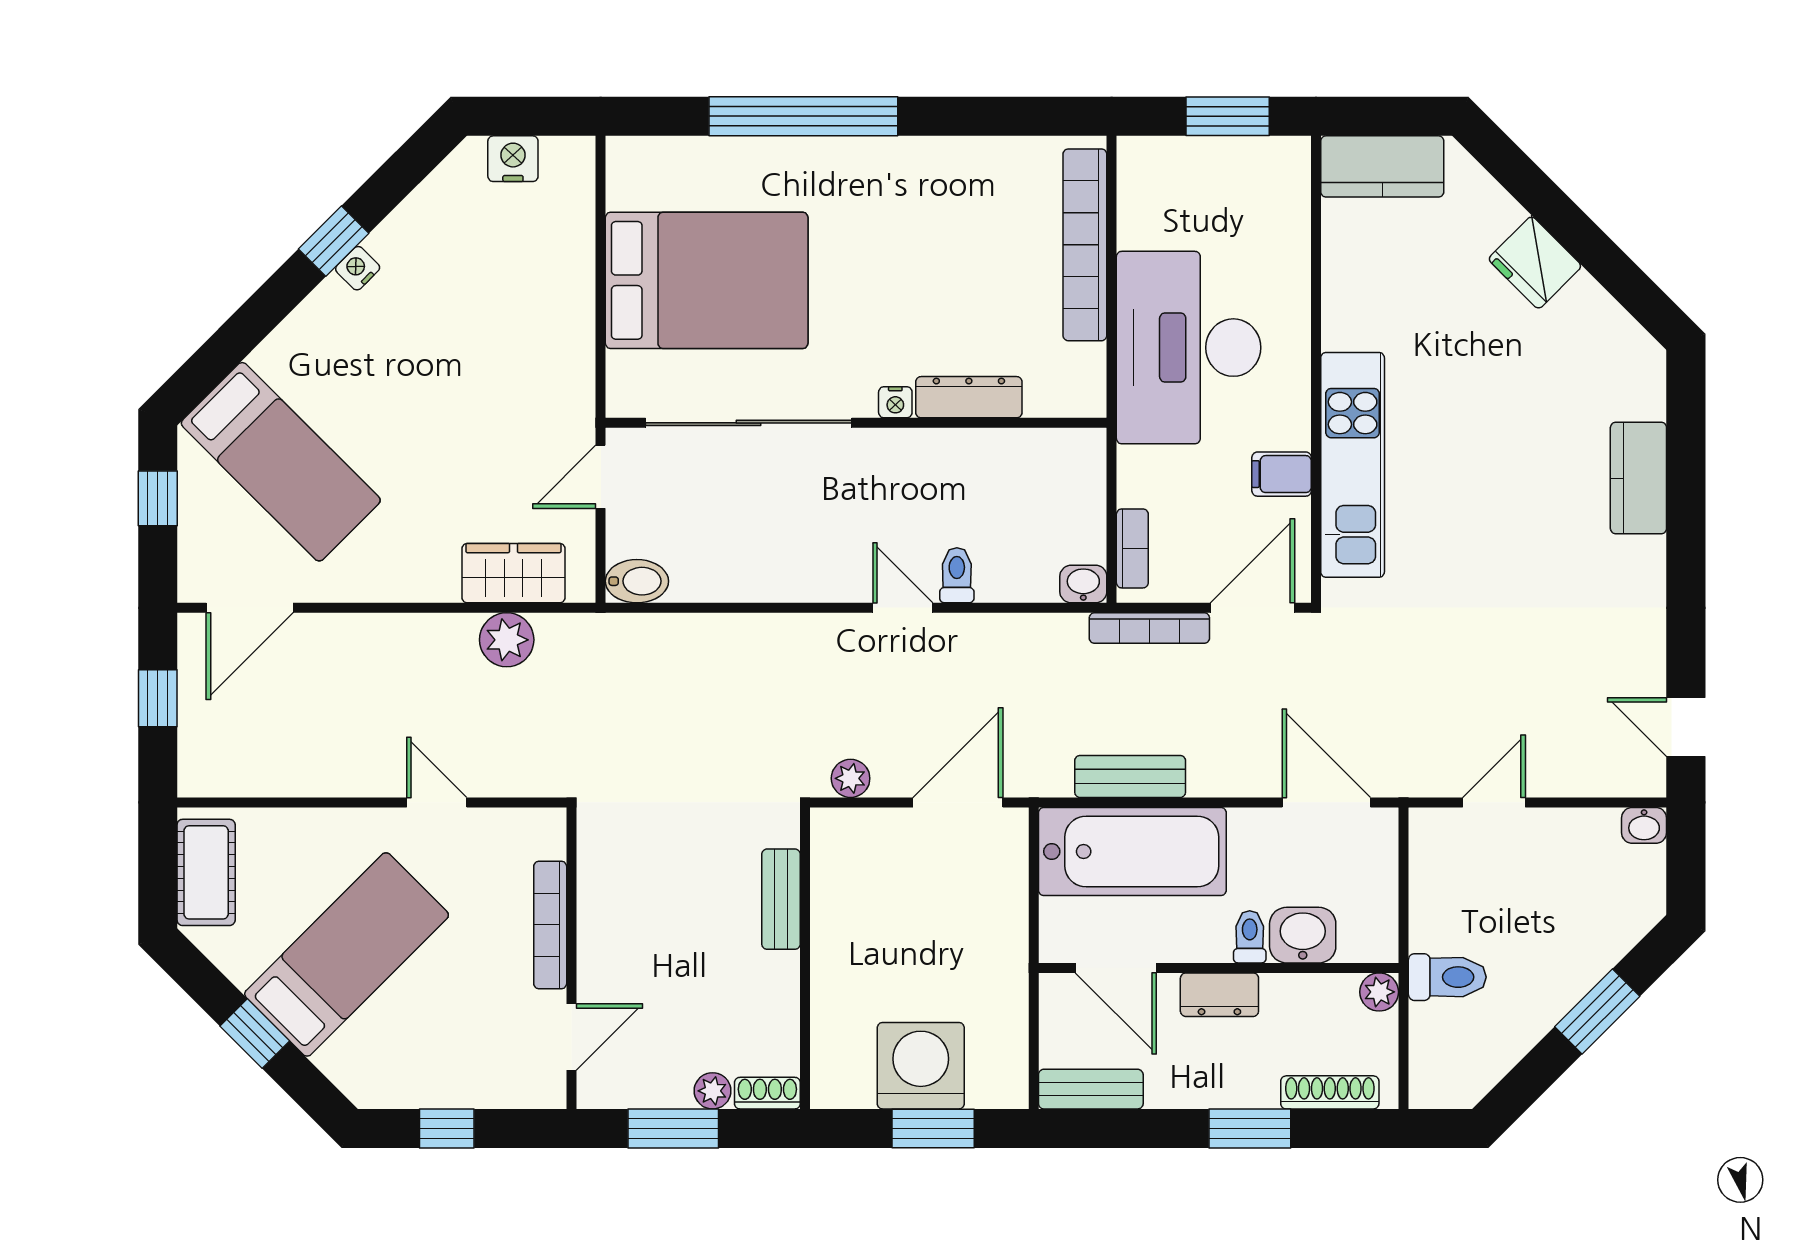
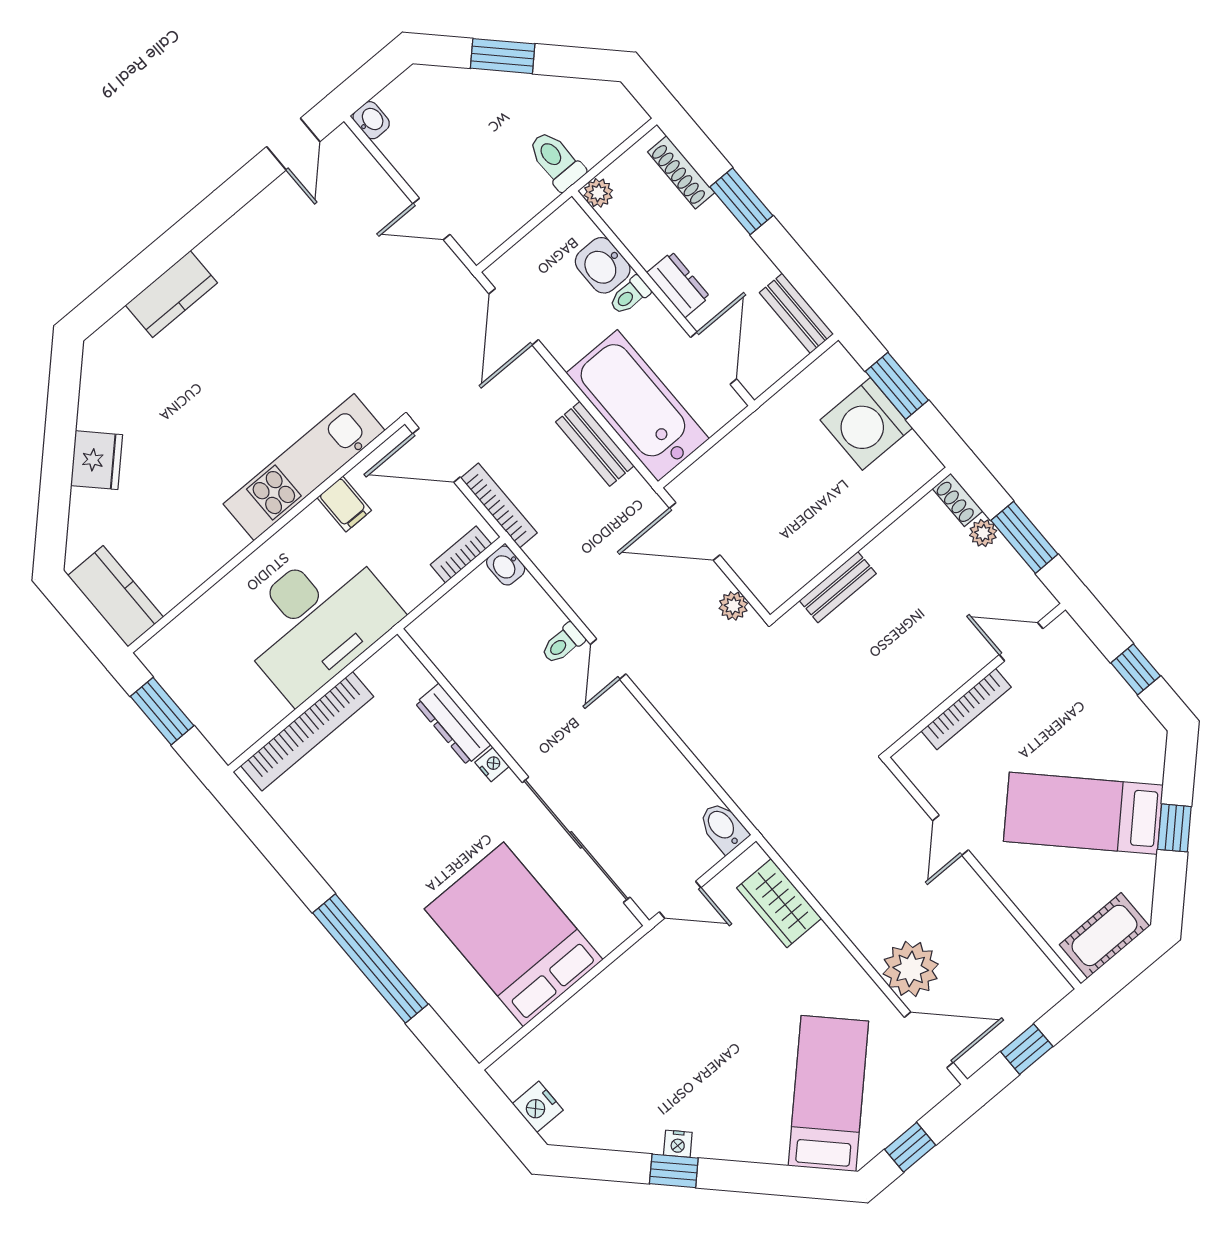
plant: (507, 640) -> (911, 969), moved, width x1.36, depth x1.36

